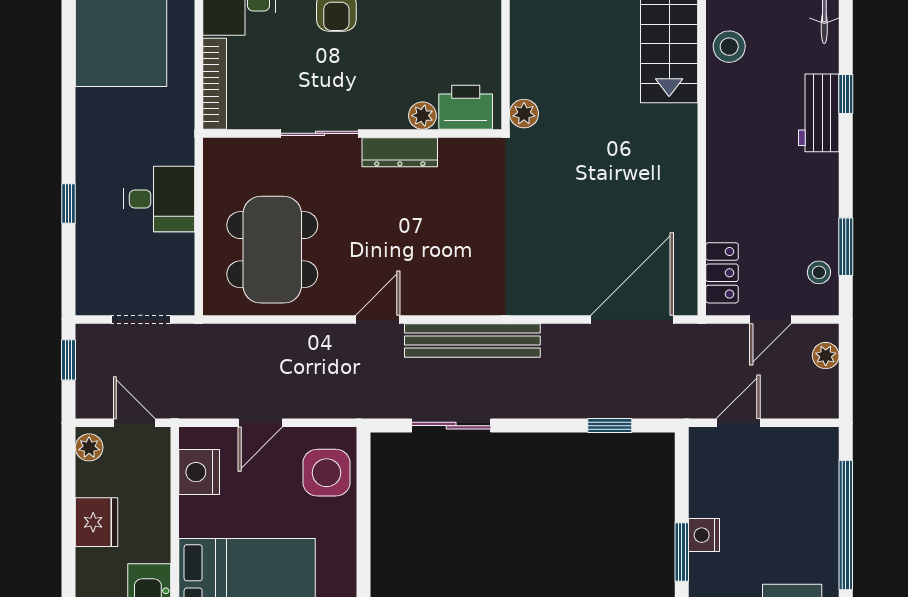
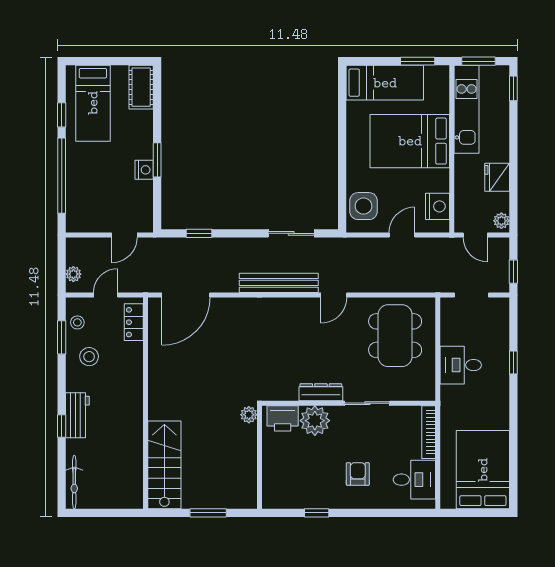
stool: (729, 47) -> (89, 357), moved
plant: (422, 116) -> (315, 421), width x1.87, depth x1.87

